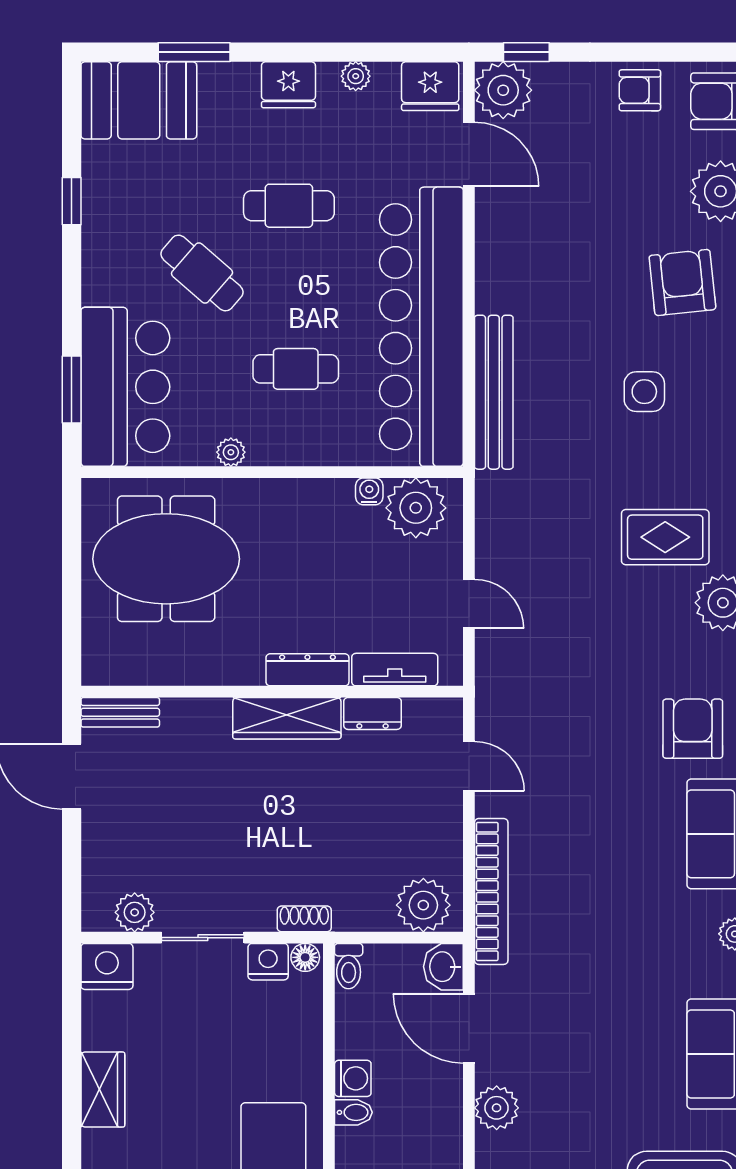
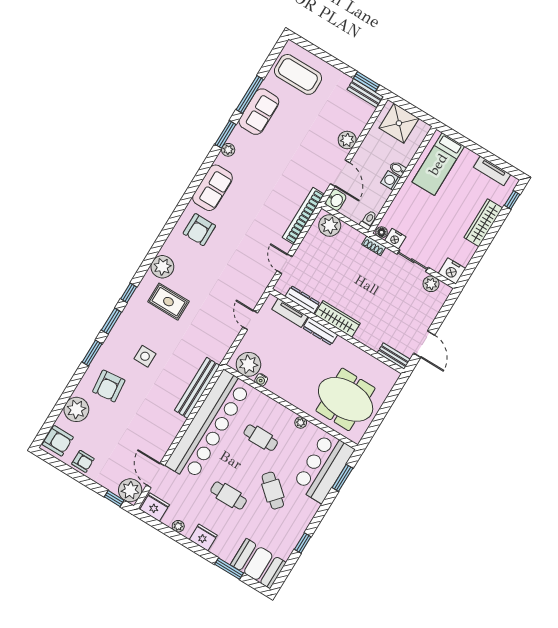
dresser: (372, 713) -> (302, 300), width x1.44
wardrobe: (103, 1090) -> (483, 223), width x1.50

